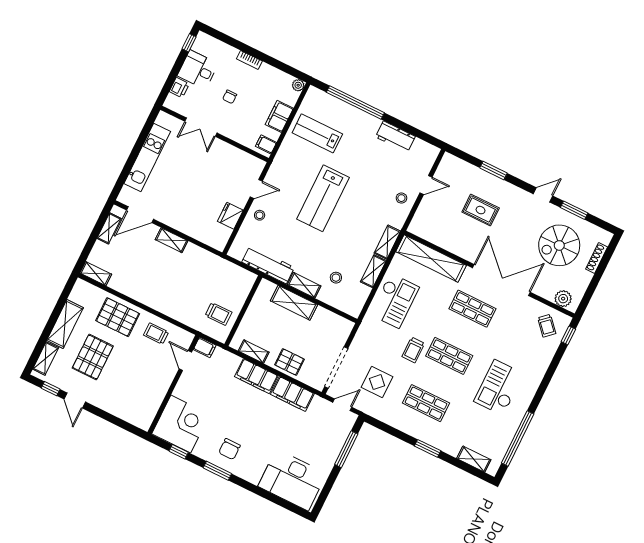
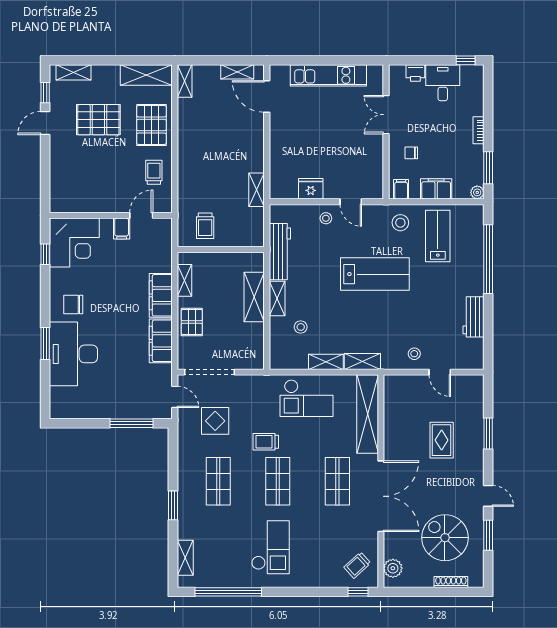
window: (283, 67) -> (488, 168), added
chair: (230, 97) -> (411, 153), moved
stool: (292, 158) -> (400, 223), added
lab bench: (323, 198) -> (375, 274), turned 180
shelving: (172, 240) -> (257, 190), moved
shelving: (65, 324) -> (146, 75), moved
filing cabinet: (205, 347) -> (122, 229), moved
checkout: (499, 387) -> (270, 547), turned 90
window: (217, 471) -> (45, 343), moved
desk: (292, 480) -> (73, 354), moved

